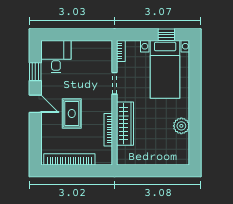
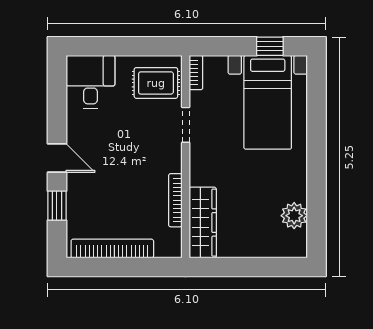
window: (35, 72) -> (57, 206), moved
rug: (72, 114) -> (156, 83), moved, turned 90
wardrobe: (125, 124) -> (203, 223), moved
plant: (181, 126) -> (294, 216), moved

